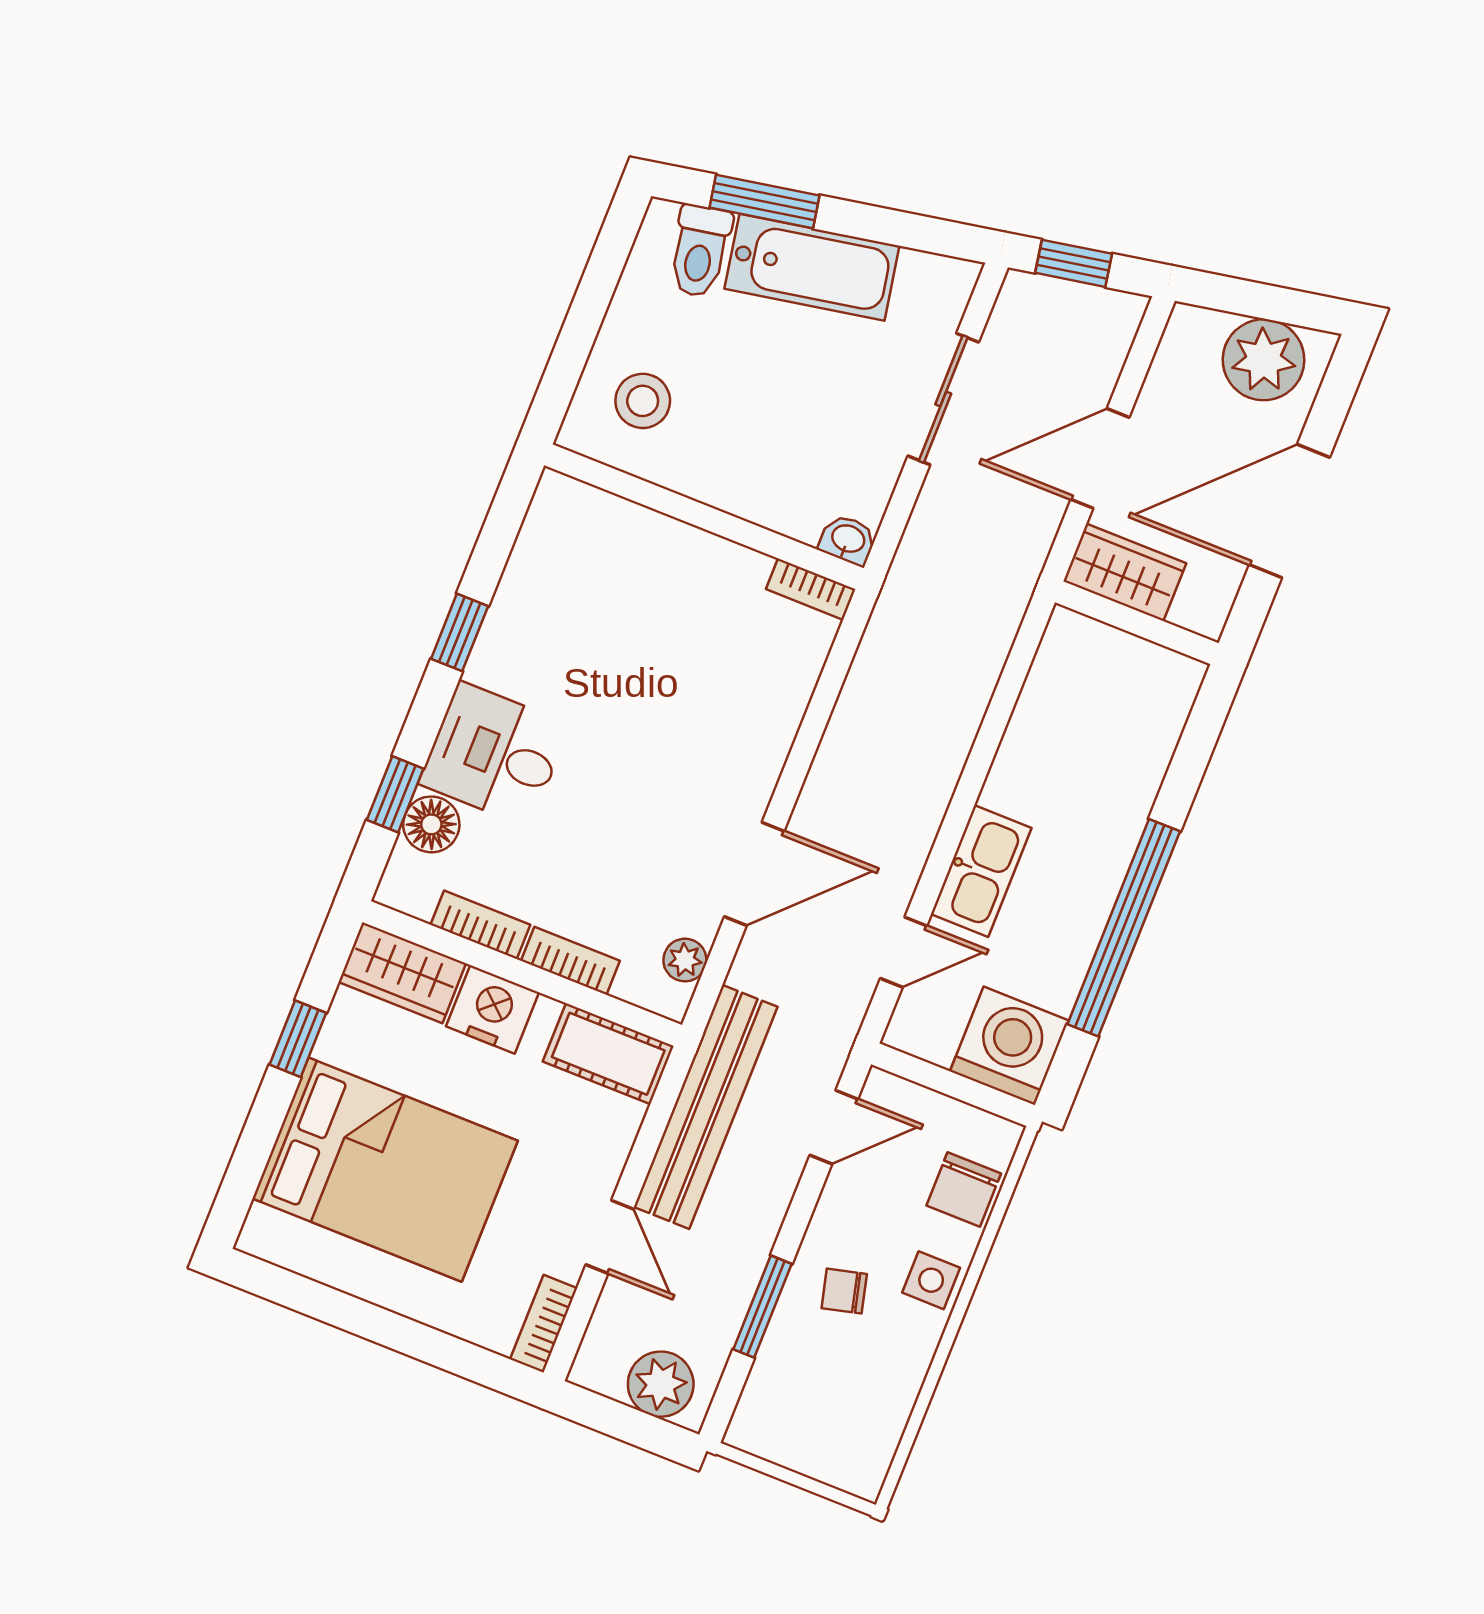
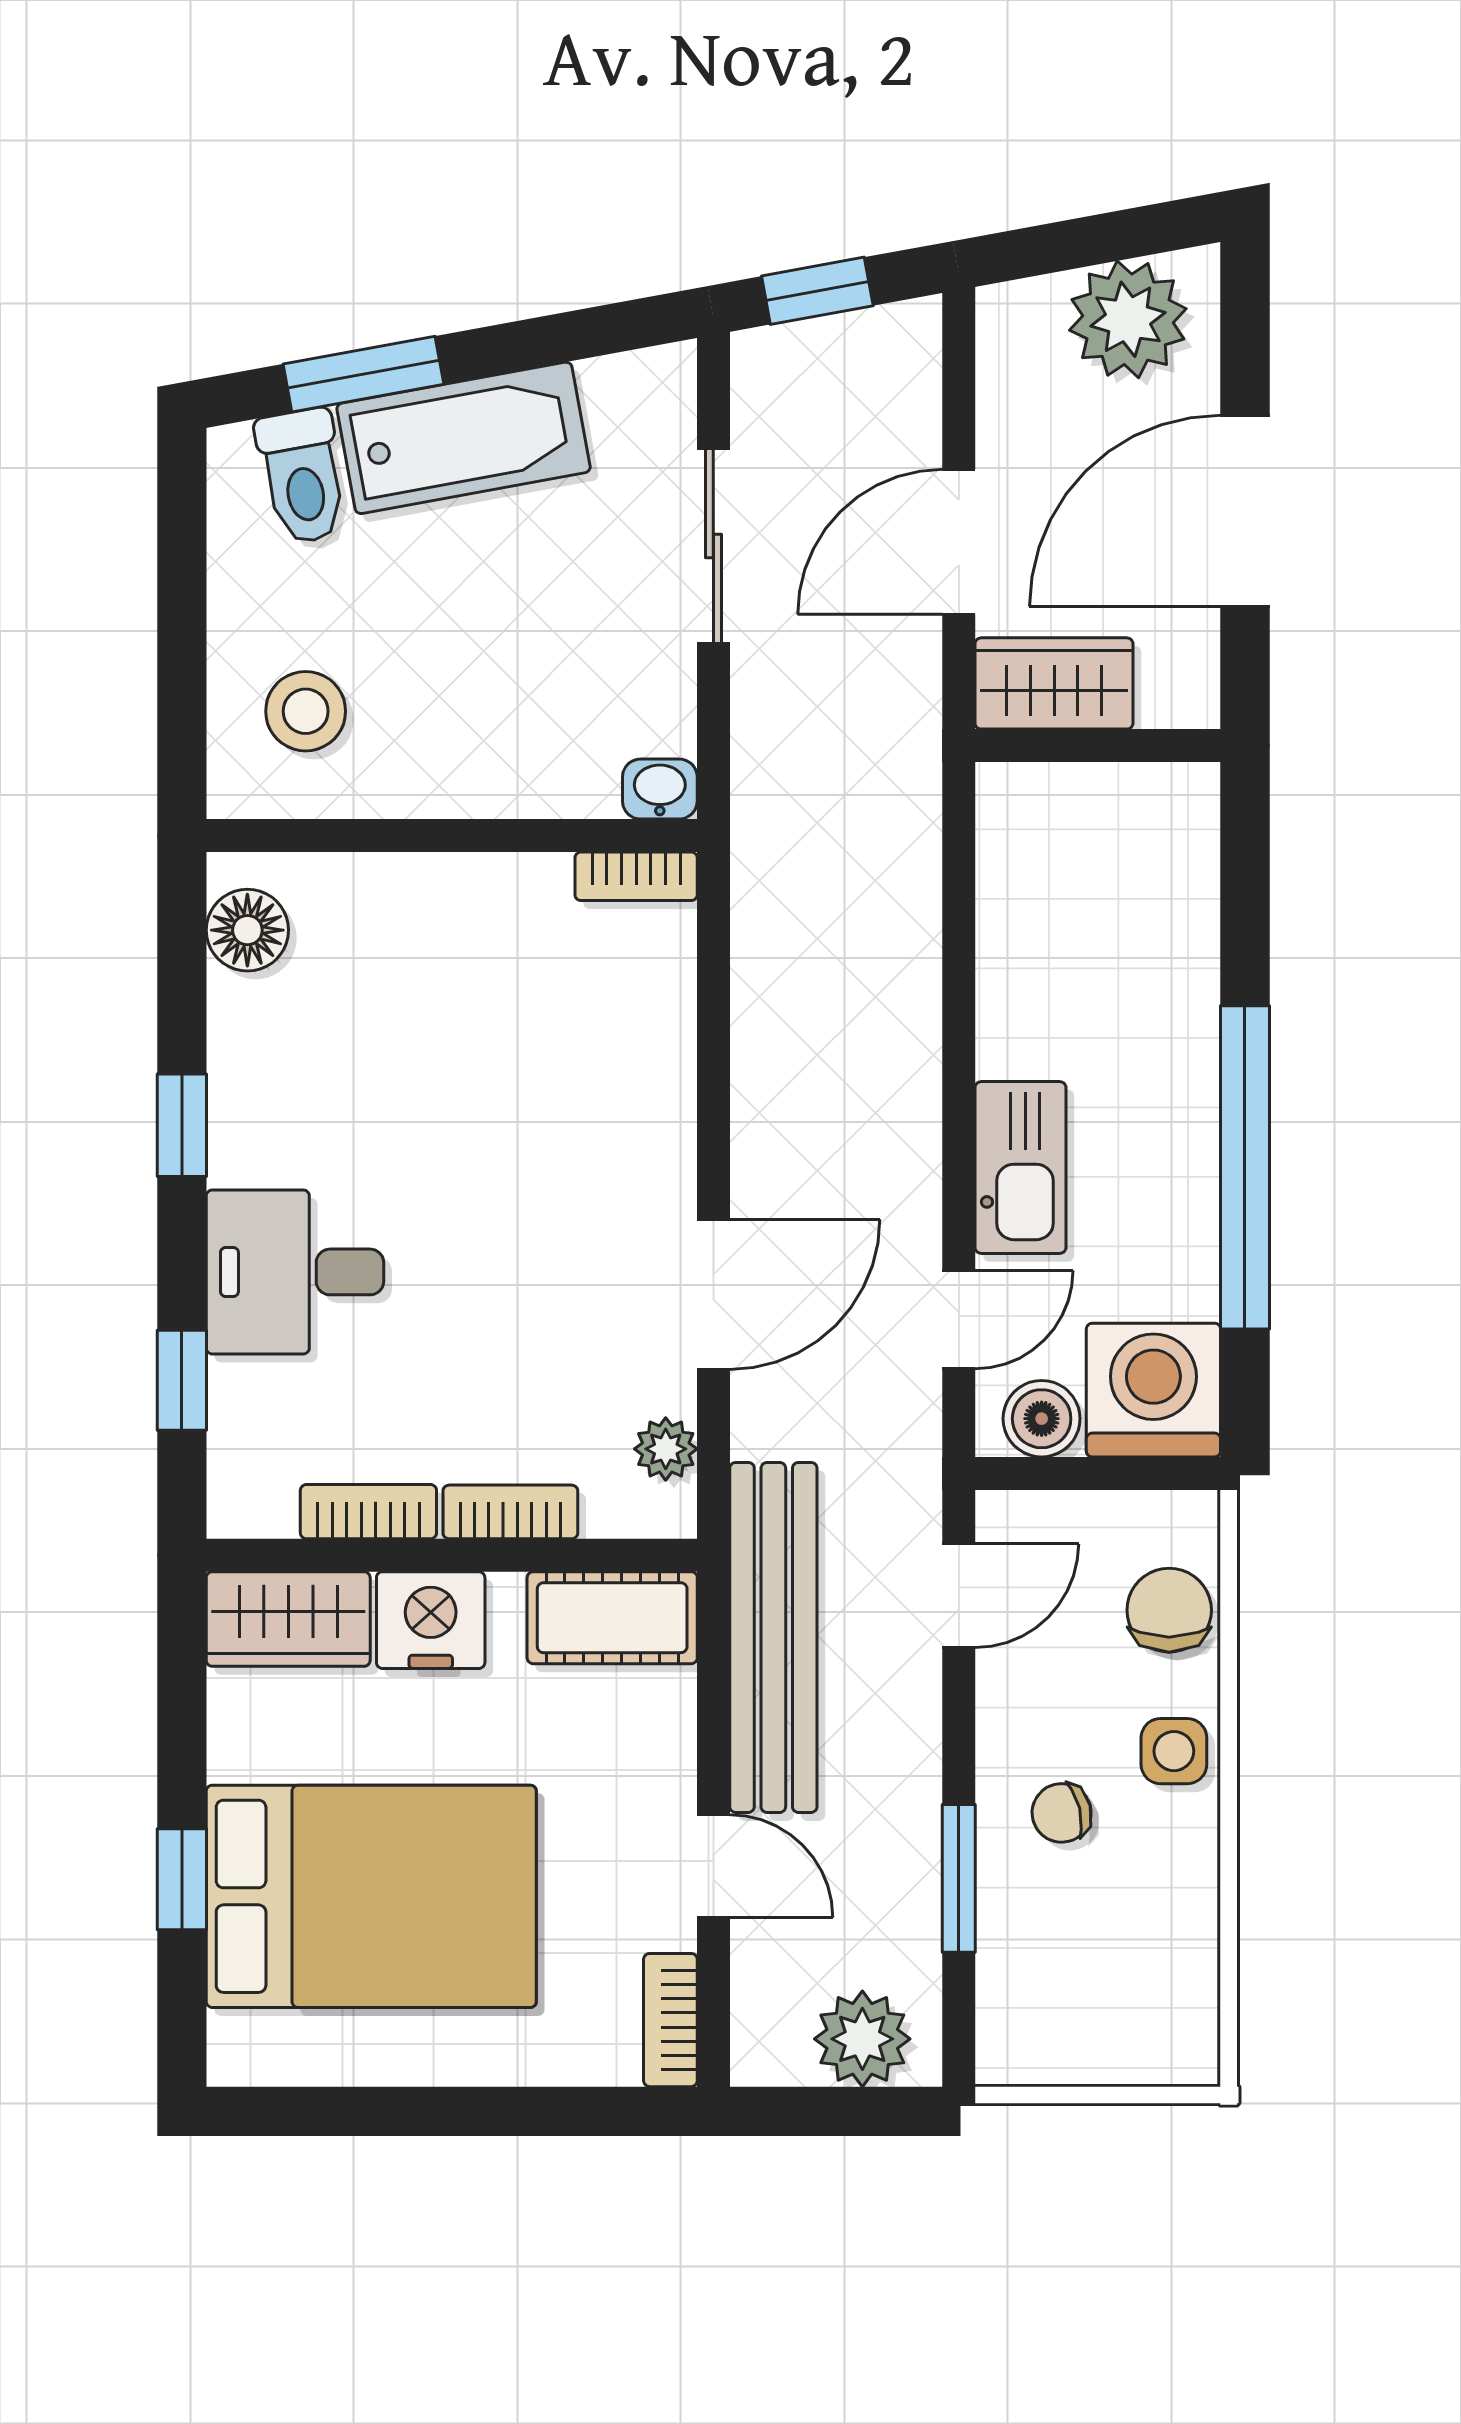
floor lamp: (431, 824) -> (247, 930), moved
boiler: (931, 1036) -> (1042, 1419), added
window: (298, 1039) -> (182, 1879), moved
chair: (964, 1190) -> (1169, 1610), turned 180

